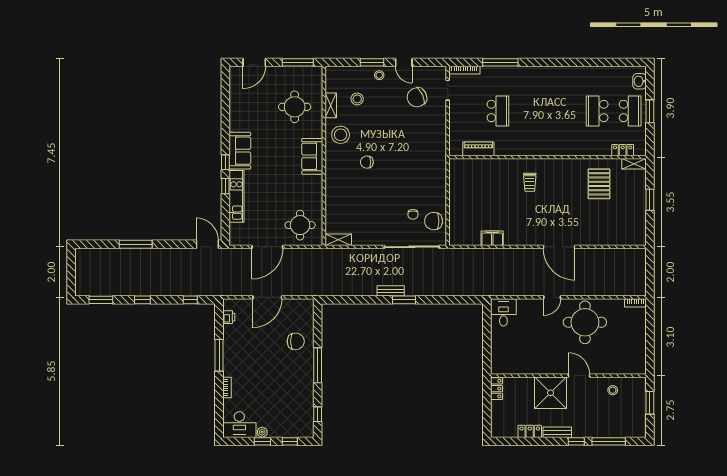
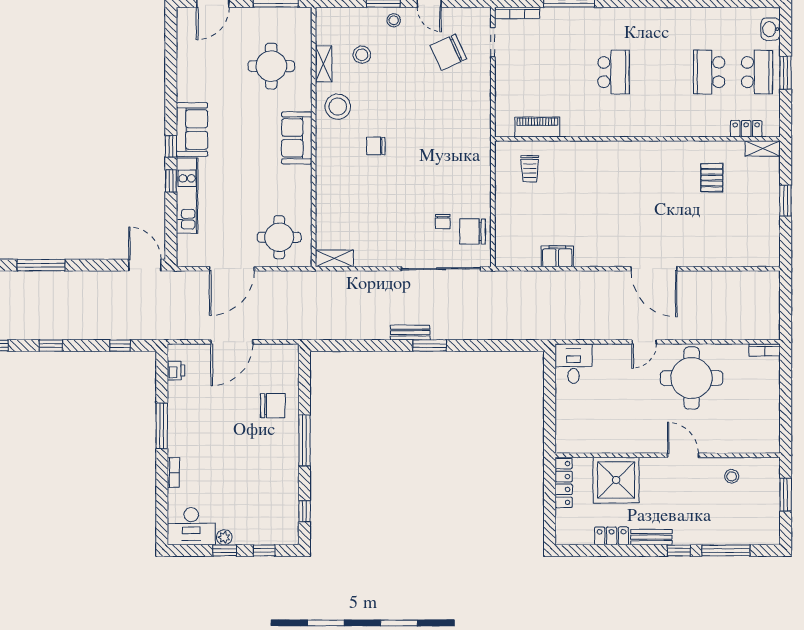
school desk: (498, 111) -> (613, 72), moved
trolley: (530, 182) -> (530, 169), moved
pallet: (599, 184) -> (712, 178), width x0.67, depth x0.71
locker: (497, 389) -> (564, 483), width x1.53
shower: (551, 393) -> (616, 480), moved

